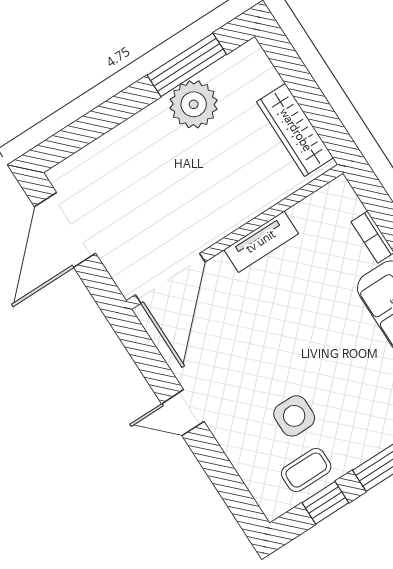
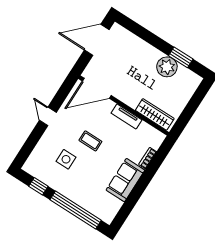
window: (187, 65) -> (181, 57), width x0.69
wardrobe: (295, 130) -> (155, 114), moved, turned 90
coffee table: (306, 470) -> (90, 141), moved

